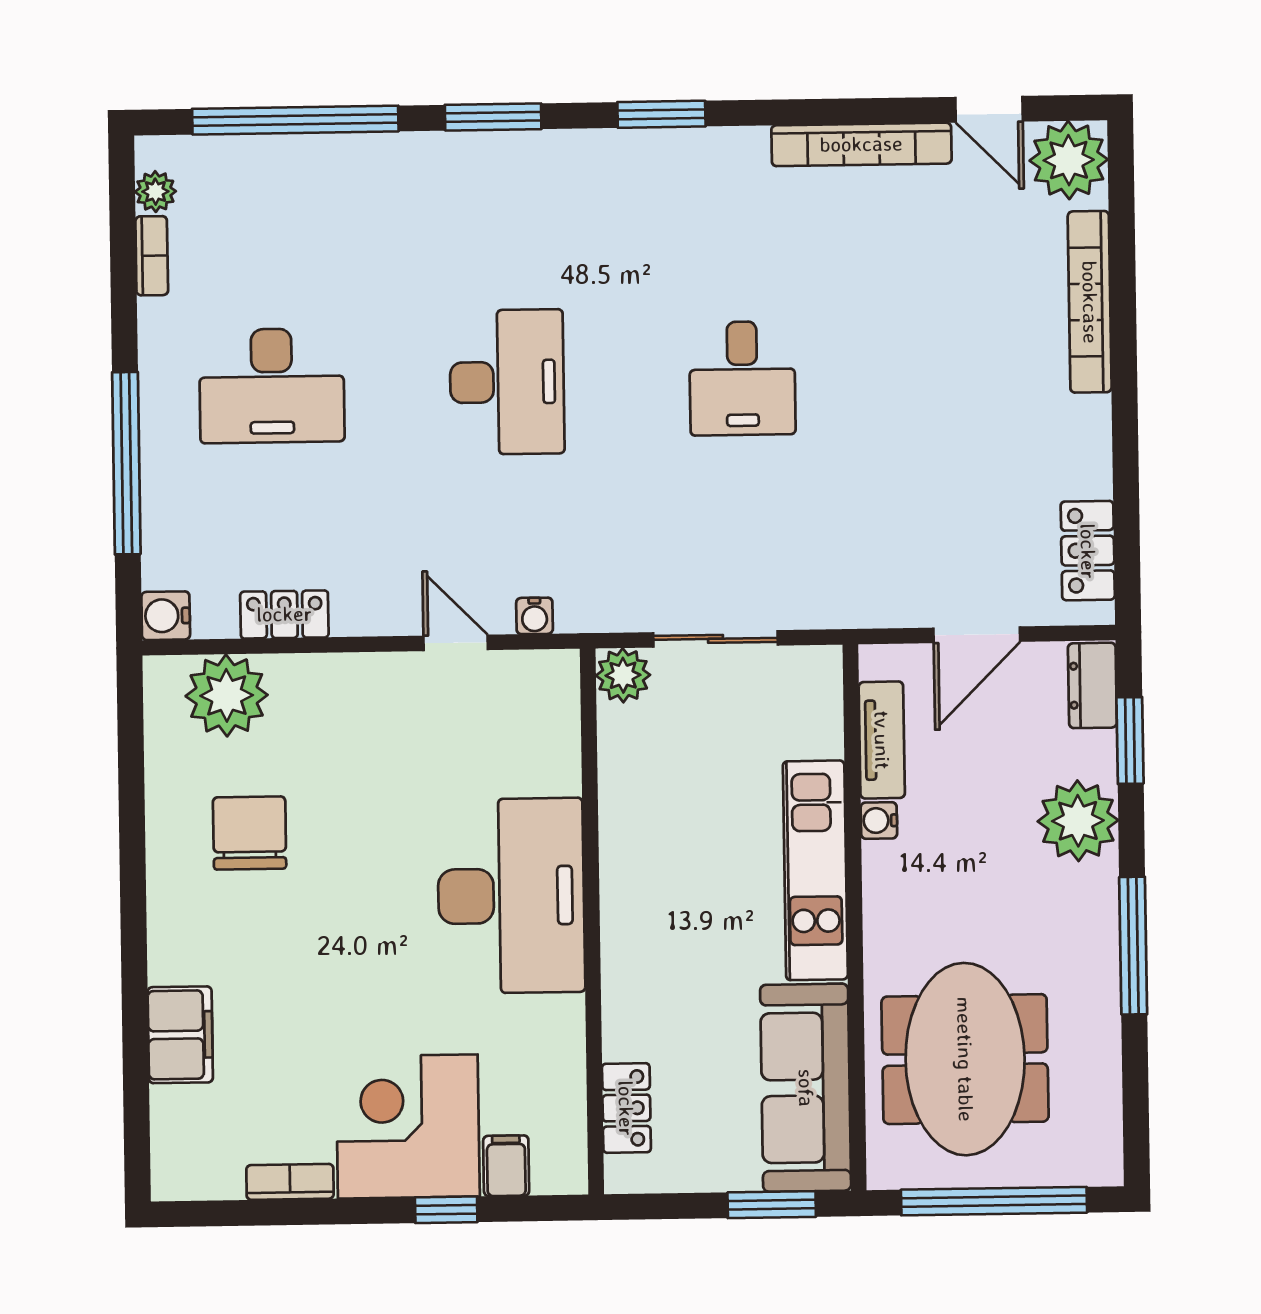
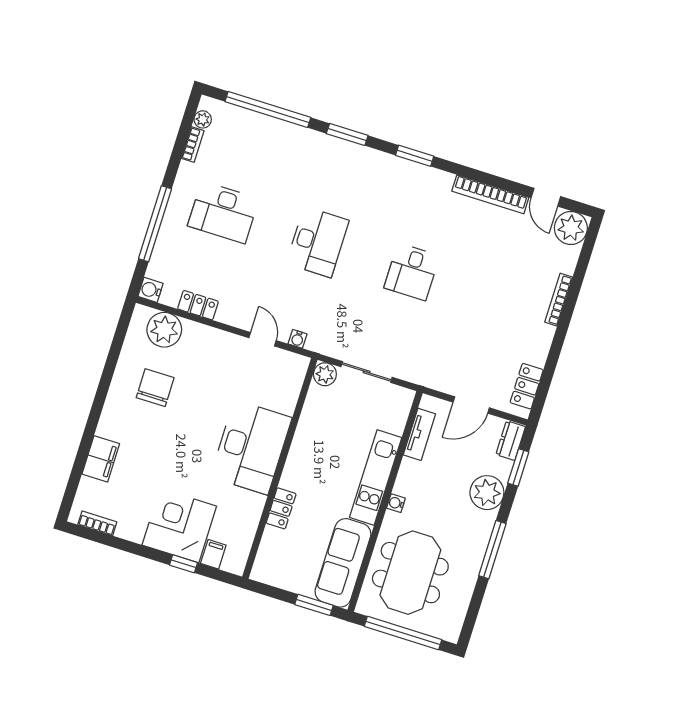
bookcase: (1090, 302) -> (559, 300), width x0.68, depth x0.76
water cooler: (879, 820) -> (396, 503), moved
locker: (626, 1108) -> (281, 508), moved
bookcase: (290, 1182) -> (97, 523), moved

